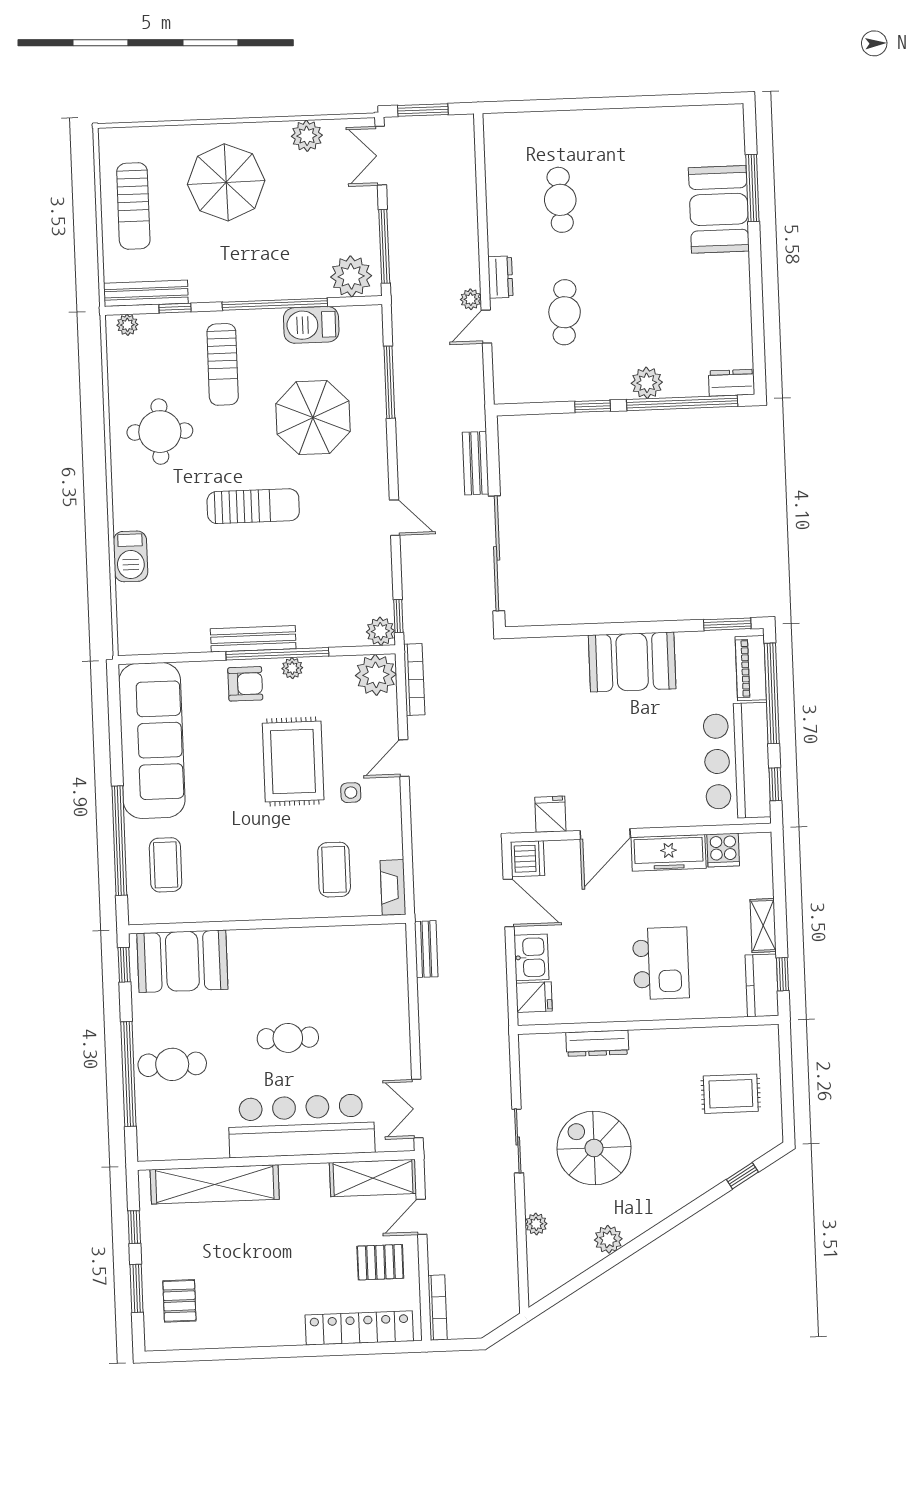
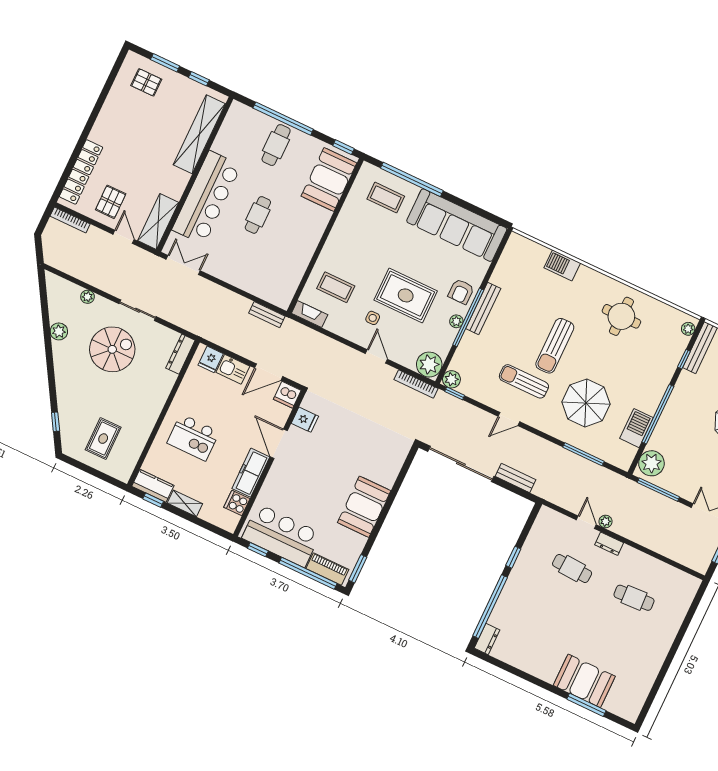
sun lounger: (223, 364) -> (524, 381), moved
plant: (647, 383) -> (511, 593), removed
dresser: (597, 1043) -> (180, 354), moved

